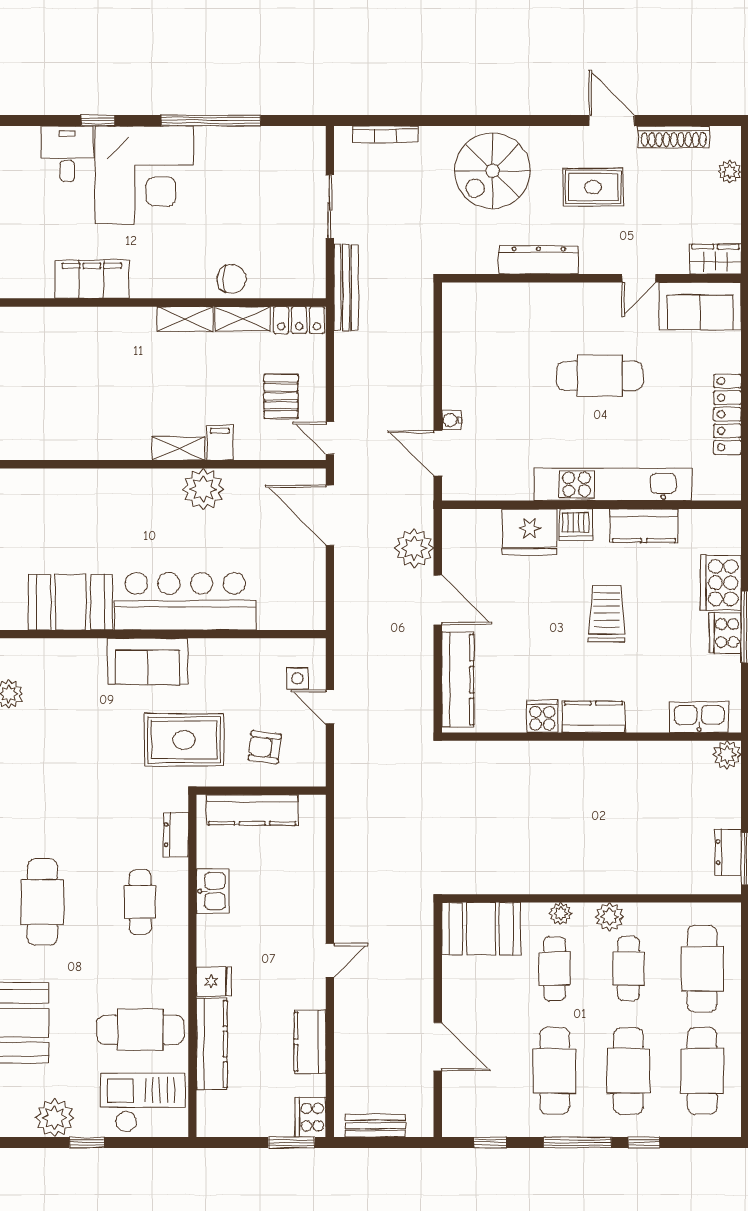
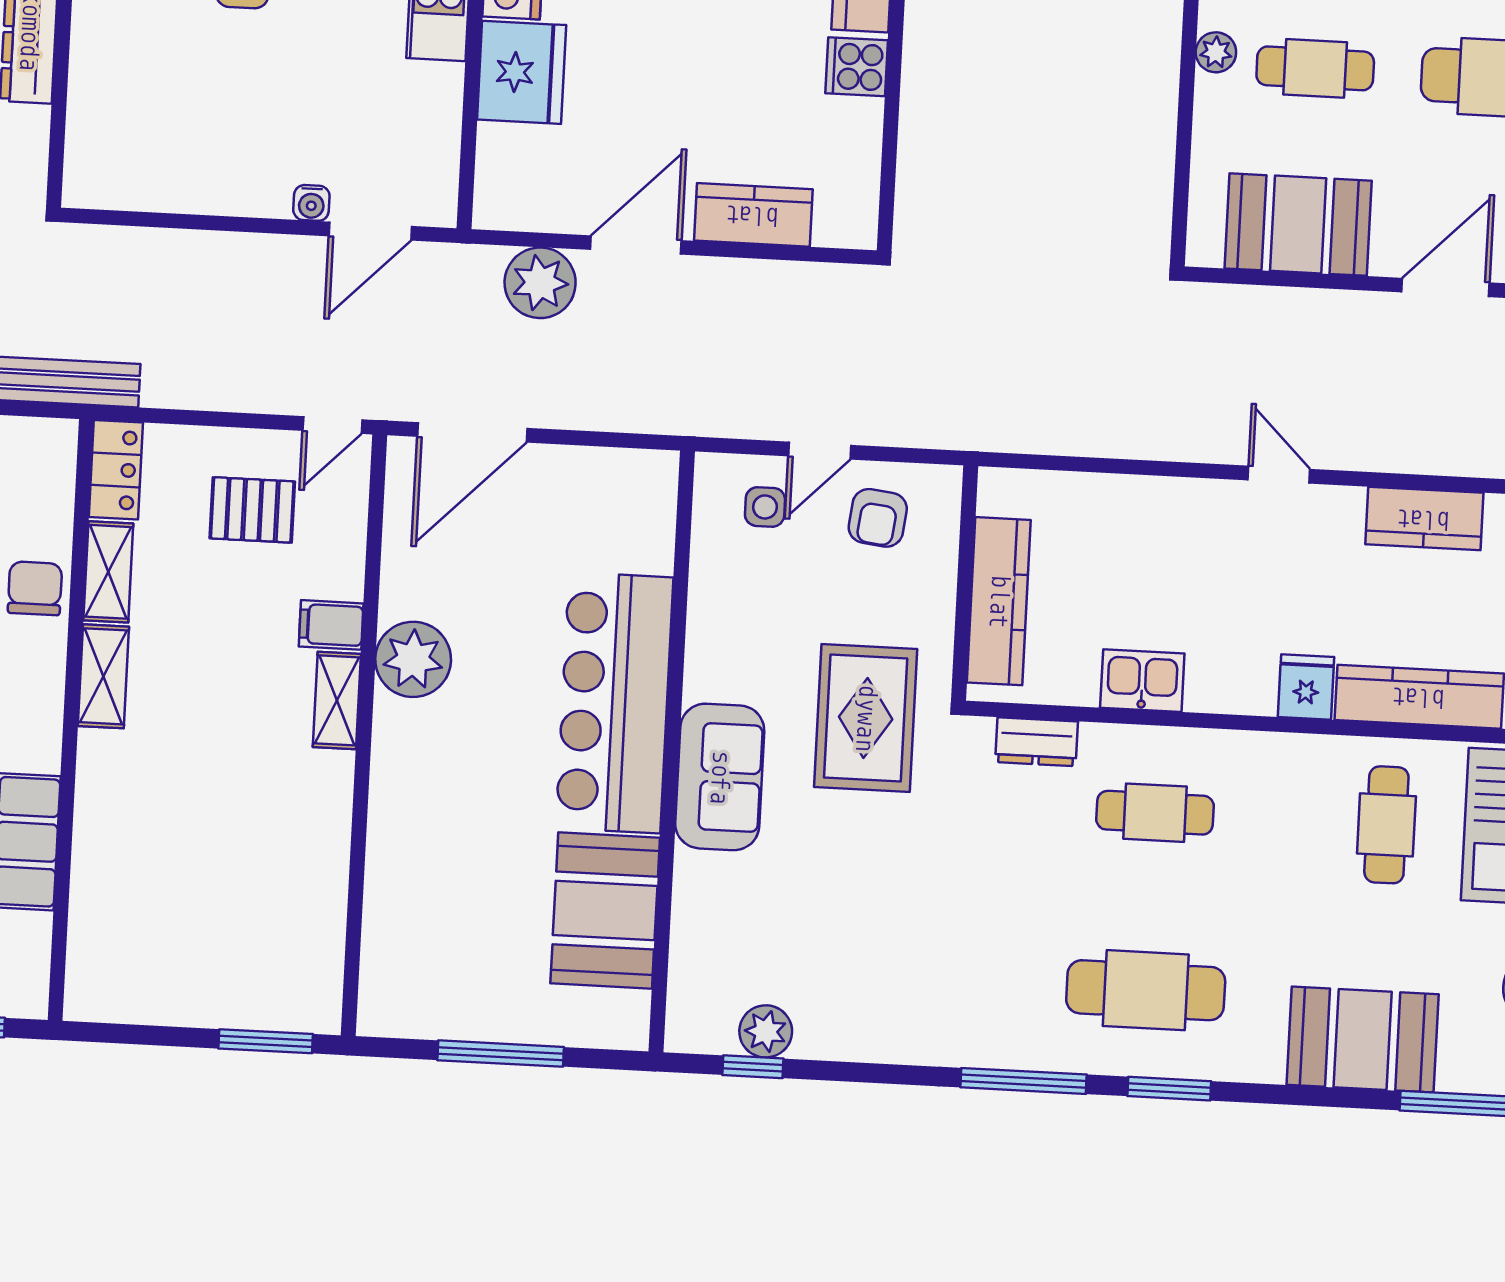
kitchen counter: (458, 680) -> (753, 215), width x0.67
armchair: (265, 747) -> (878, 518), moved
booth: (481, 929) -> (1298, 225), moved, turned 90
cafe table: (140, 1030) -> (1386, 825), width x0.73, depth x0.74

